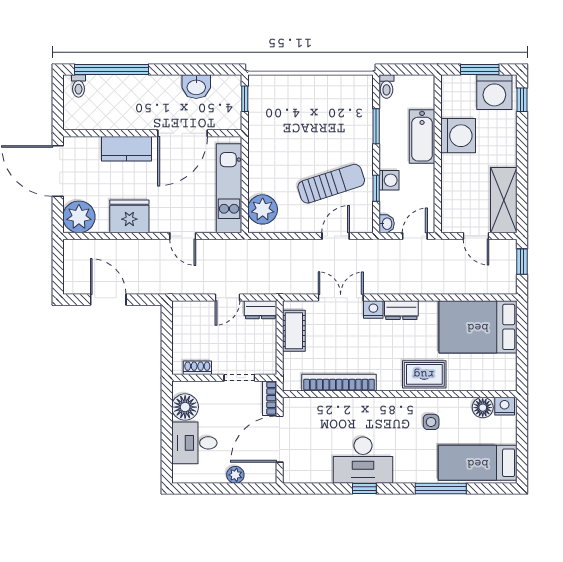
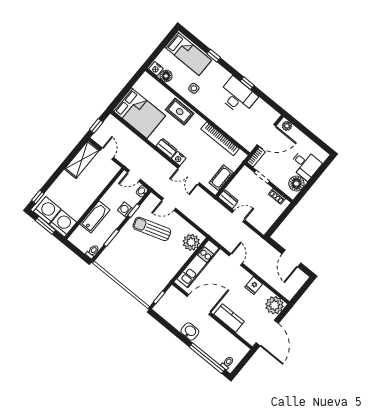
washbasin: (196, 87) -> (190, 331), moved
washing machine: (458, 136) -> (63, 223), moved, turned 90
fridge: (129, 216) -> (254, 285), width x0.53, depth x0.75
plant: (235, 475) -> (287, 126), moved
window: (441, 489) -> (214, 56), width x0.46

